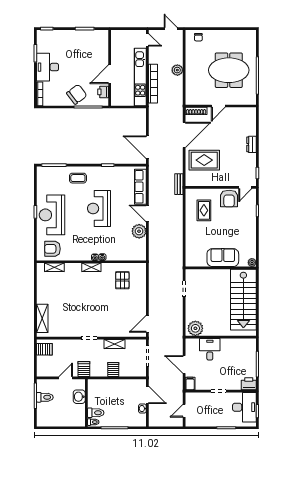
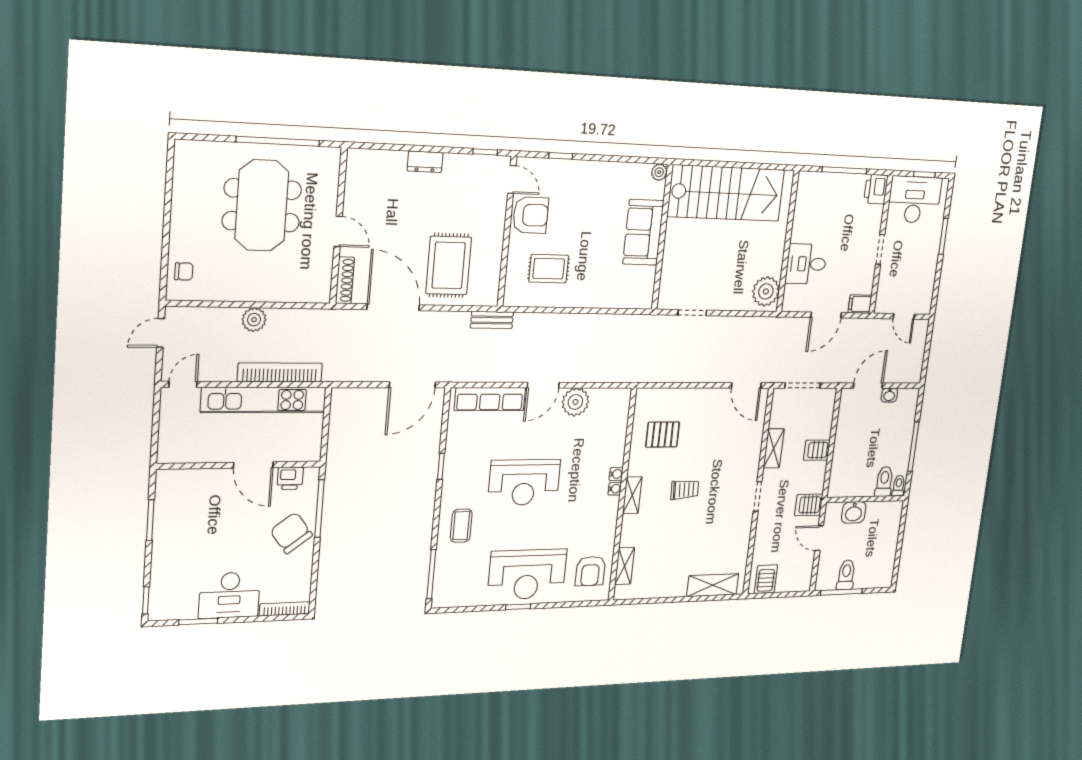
trolley: (94, 296) -> (685, 490), added

